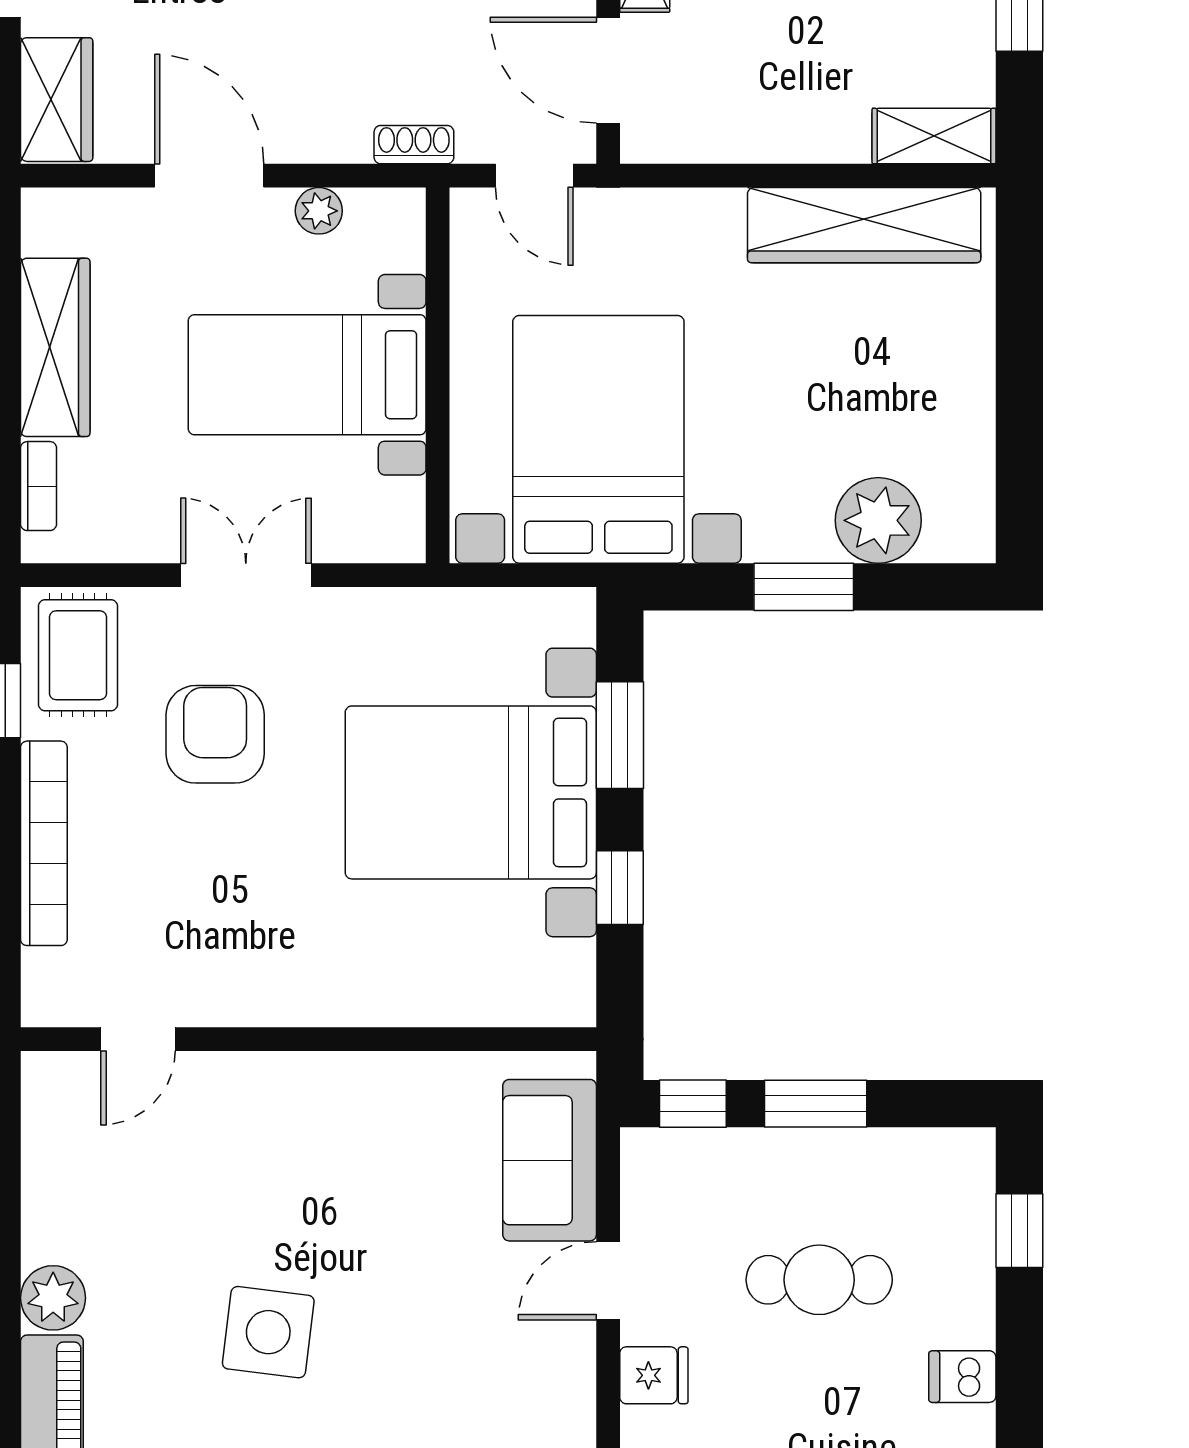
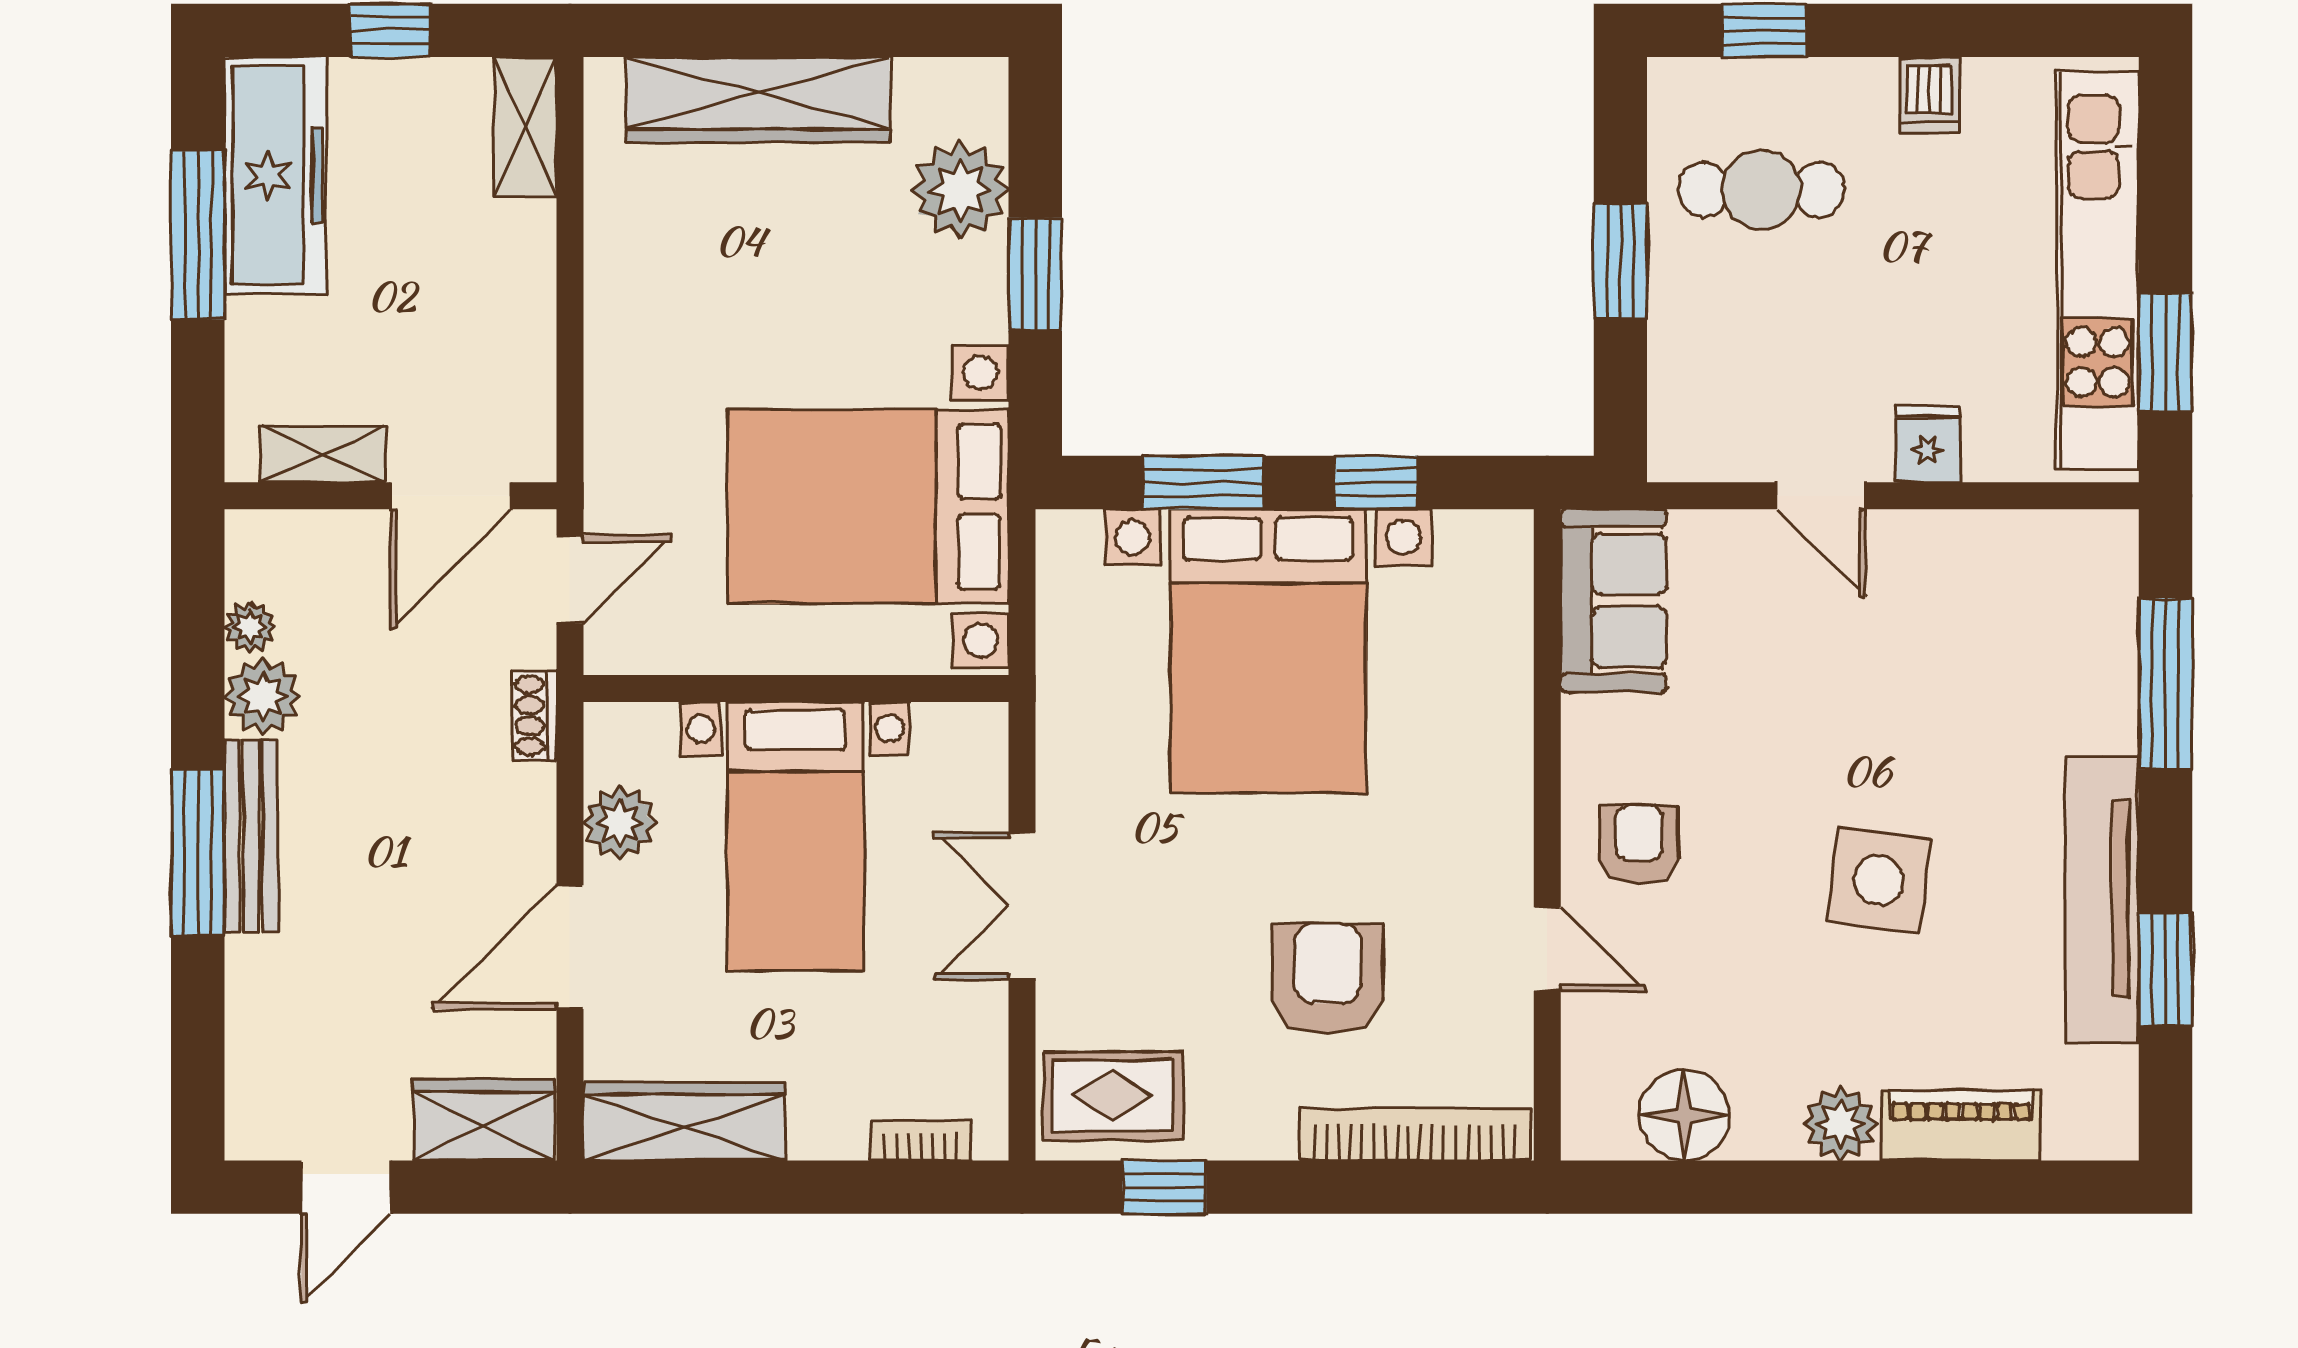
plant: (319, 211) -> (620, 823), width x1.38, depth x1.38
wardrobe: (864, 225) -> (758, 100), moved, turned 90
wardrobe: (55, 347) -> (684, 1121), moved
armchair: (215, 734) -> (1328, 979), moved, turned 90
bookcase: (44, 843) -> (1415, 1134), moved
door: (138, 1039) -> (1547, 949), moved
window: (693, 1104) -> (1620, 400), removed
armchair: (300, 1120) -> (1639, 844), added
floor lamp: (61, 1160) -> (1684, 1115), added
sofa: (550, 1160) -> (1613, 601), moved, turned -90
cafe table: (819, 1280) -> (1761, 190), moved, turned 90

